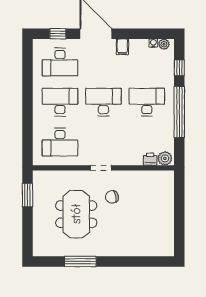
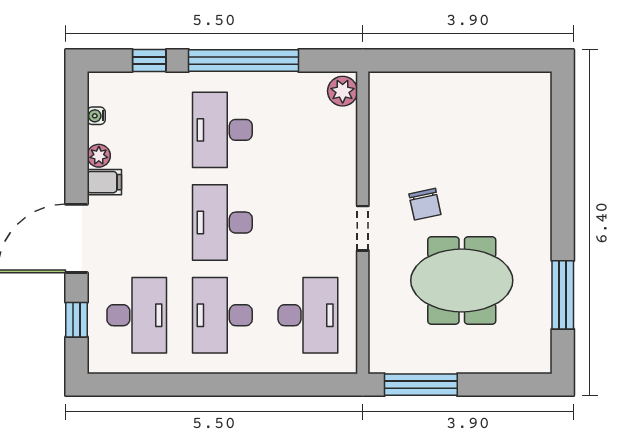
plant: (164, 44) -> (99, 156), moved
printer: (150, 159) -> (344, 123), removed
window: (27, 195) -> (421, 385), width x1.44
window: (80, 261) -> (563, 295), moved

